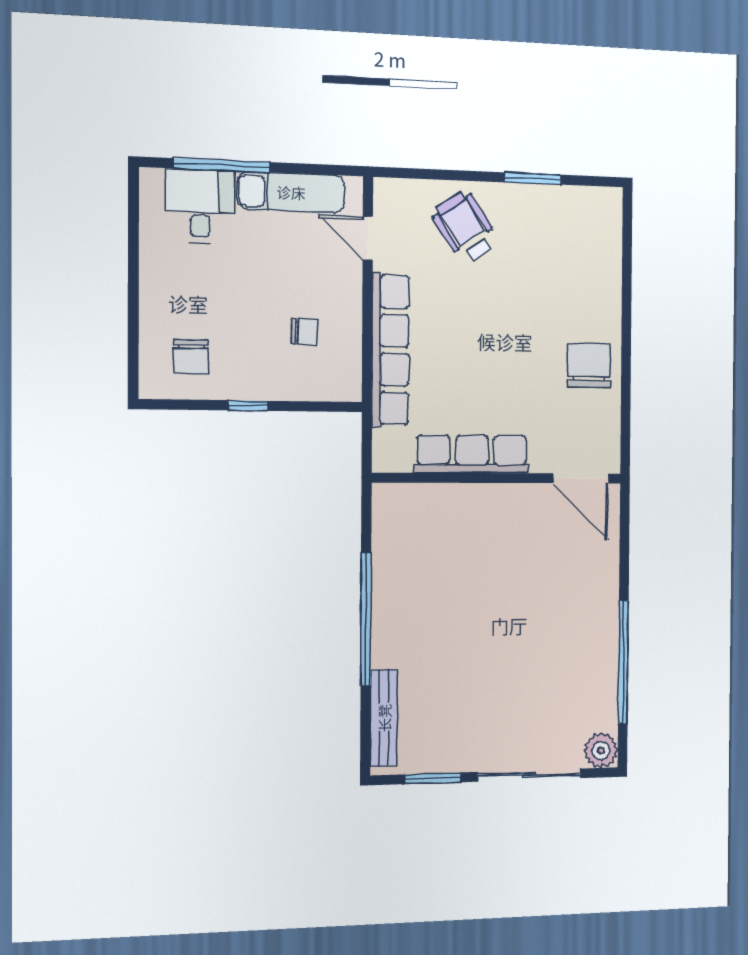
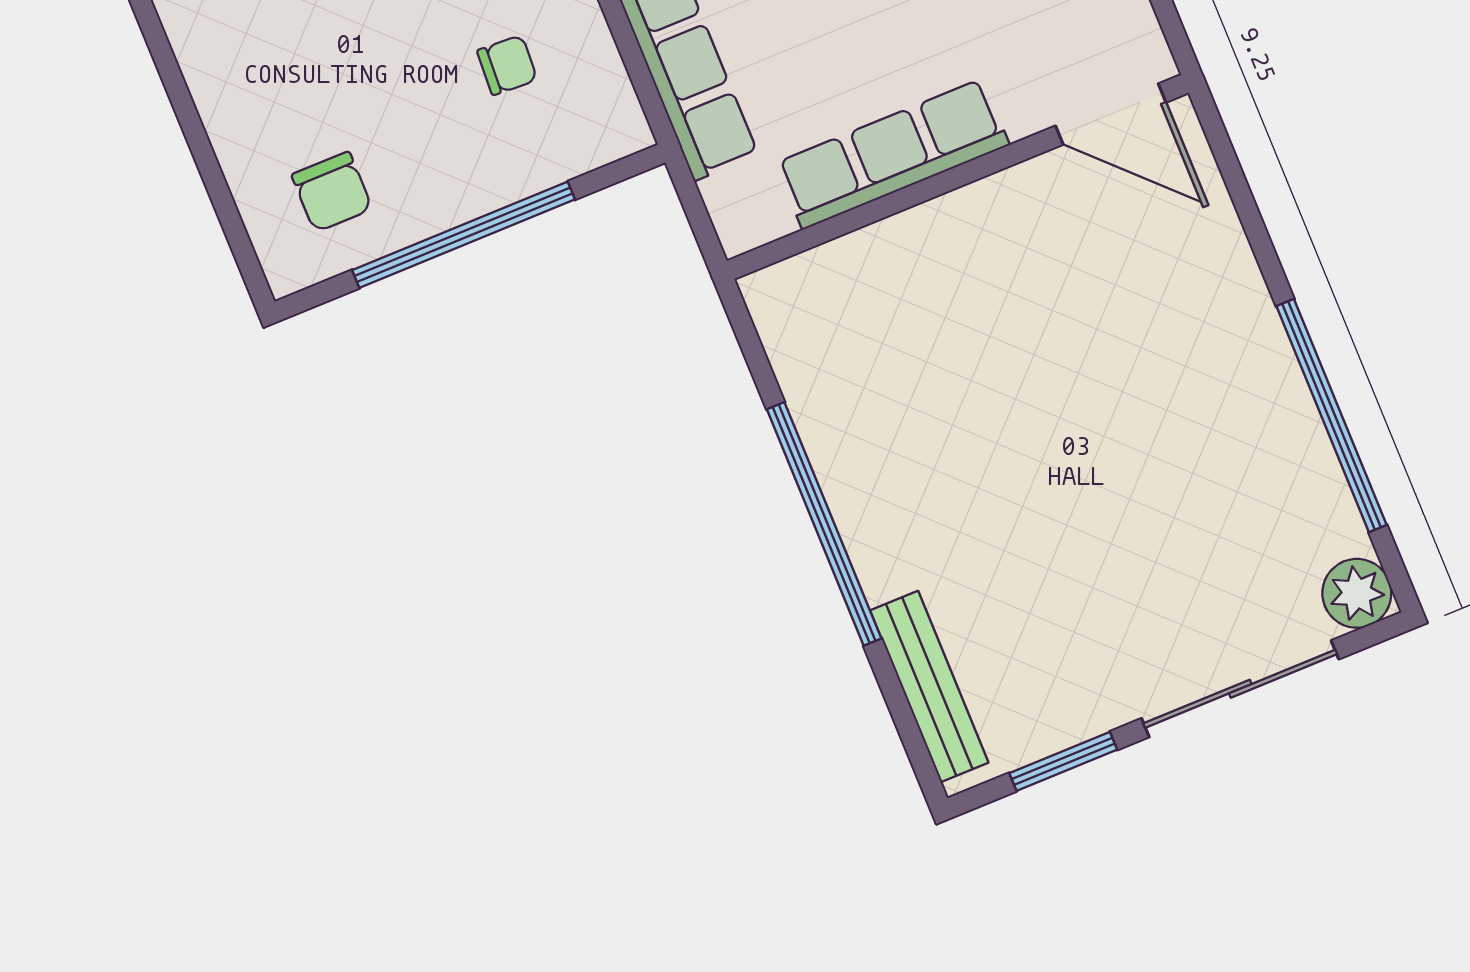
window: (248, 406) -> (464, 235), width x3.17

